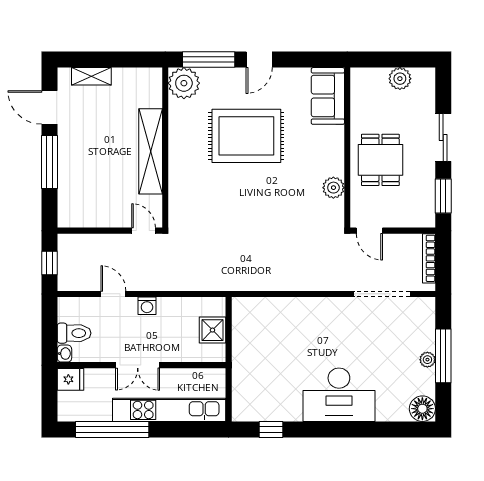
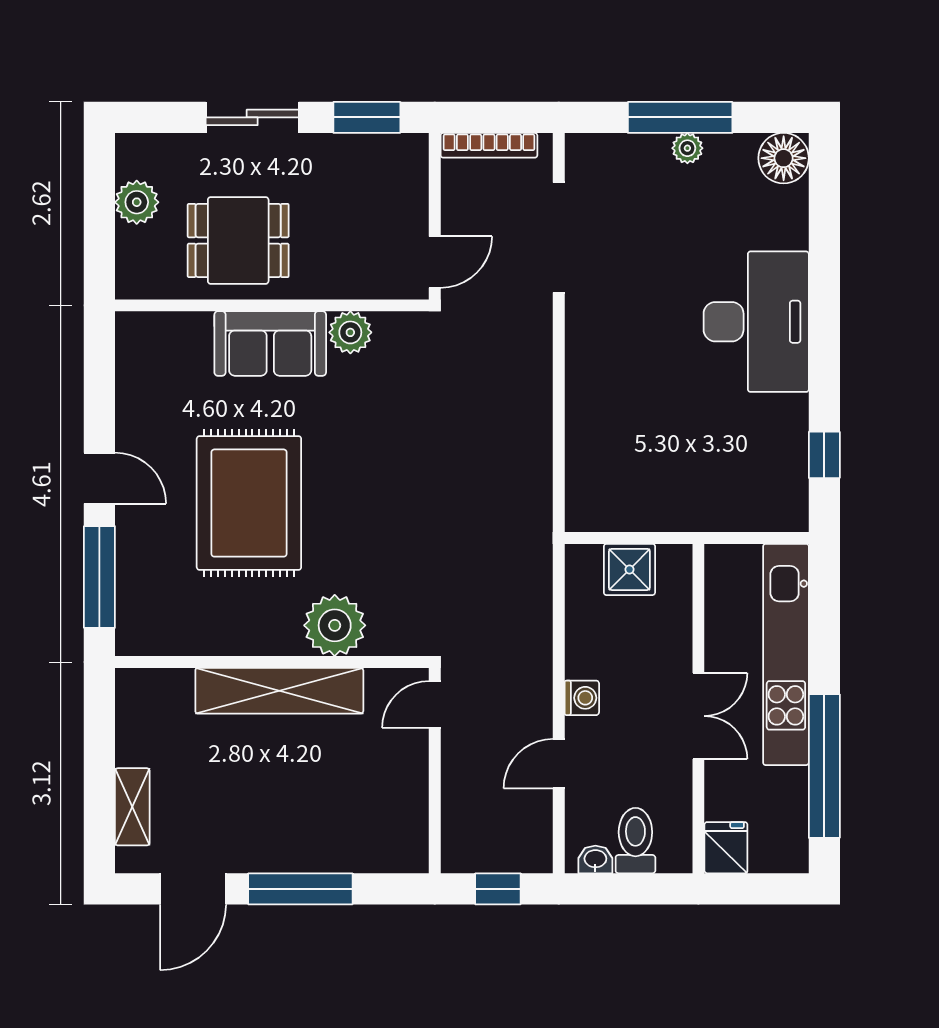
plant: (184, 83) -> (335, 625), moved
sofa: (328, 96) -> (270, 343), moved
dining table: (380, 160) -> (238, 240), moved
washbasin: (64, 354) -> (595, 859), moved

